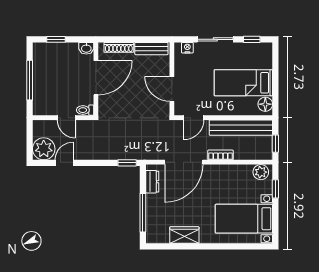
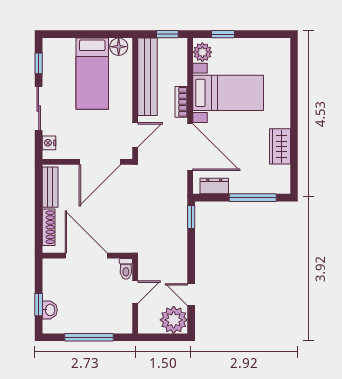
washbasin: (86, 48) -> (50, 310), moved
door: (172, 89) -> (100, 162), width x1.36
door: (194, 118) -> (135, 135), hinge flipped
bed with nightstands: (244, 219) -> (228, 93), moved, turned -90

